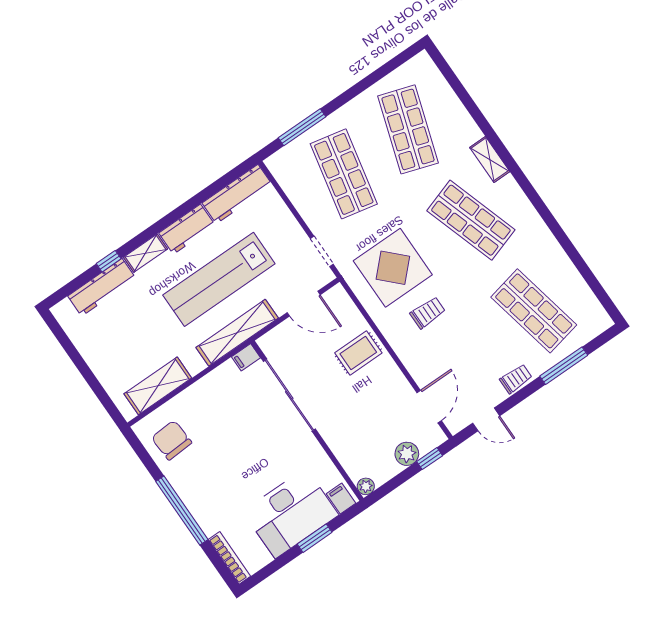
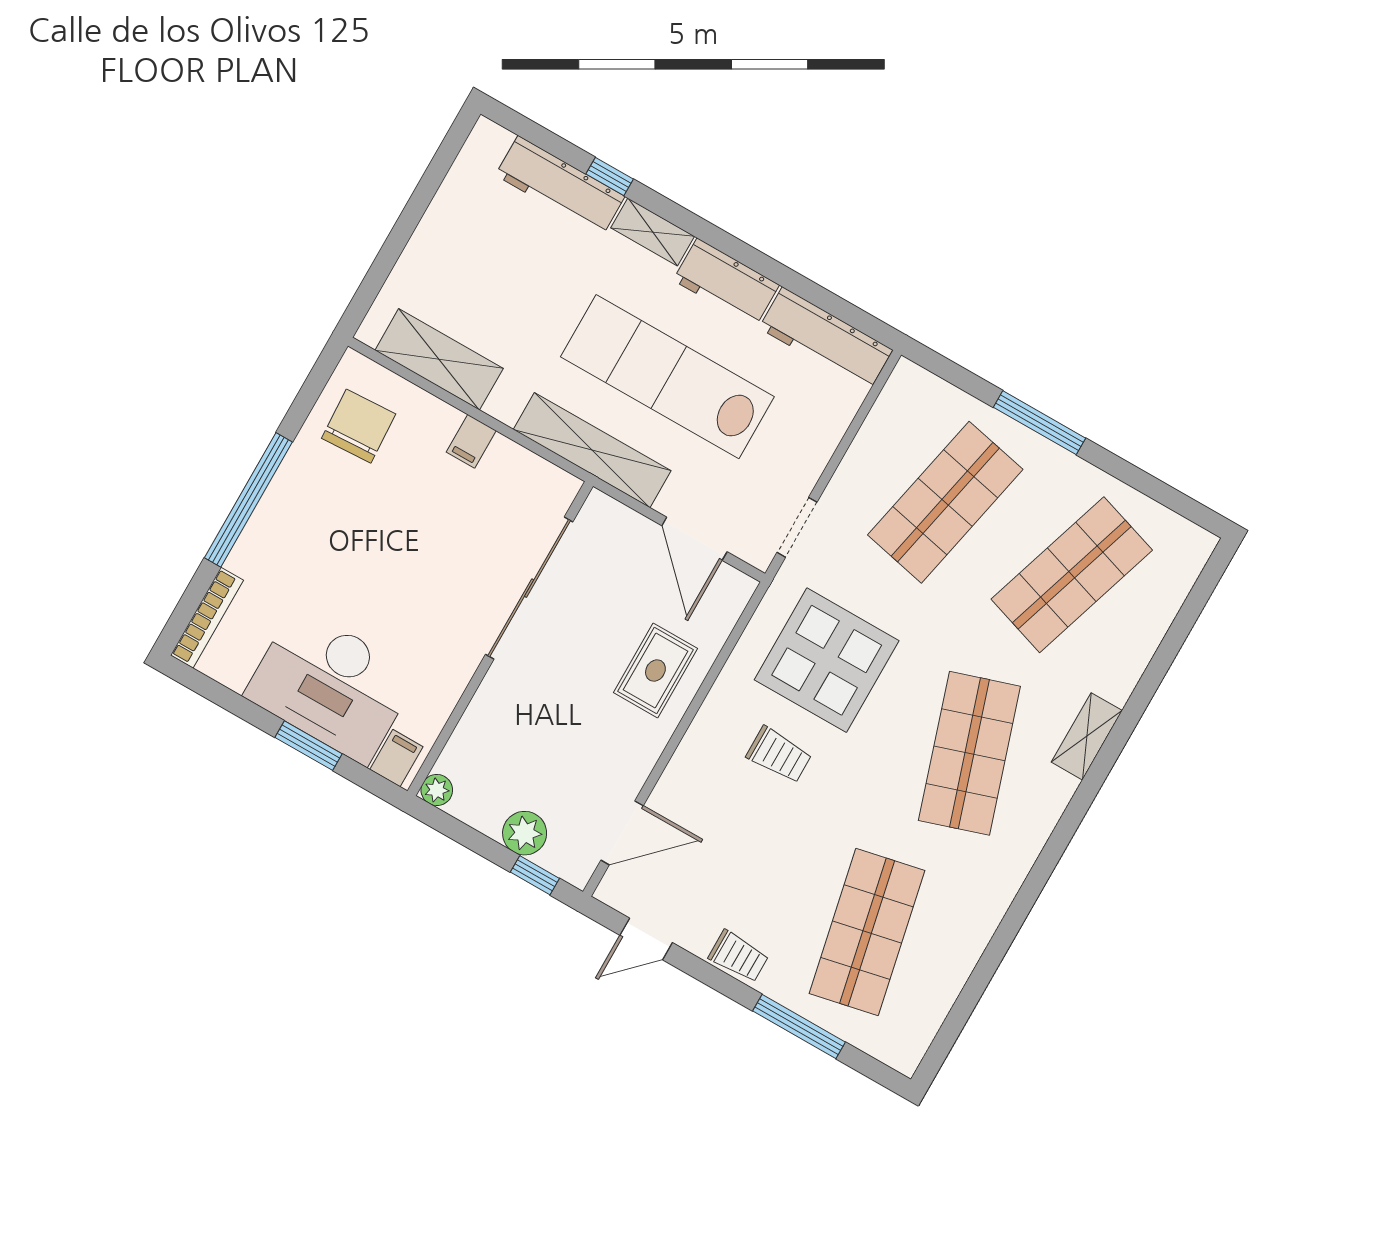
window: (302, 127) -> (1039, 423), moved
rug: (358, 353) -> (655, 671), turned 90
filing cabinet: (246, 357) -> (471, 441), moved, turned -90
door: (486, 419) -> (646, 939), hinge flipped

